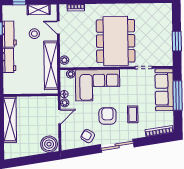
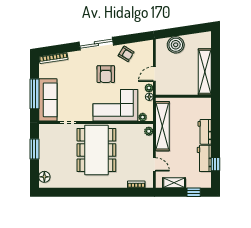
floor lamp: (167, 14) -> (44, 177), added
stool: (34, 34) -> (179, 159), removed
coffee table: (133, 114) -> (80, 75), removed
boiler: (49, 144) -> (176, 45), moved

